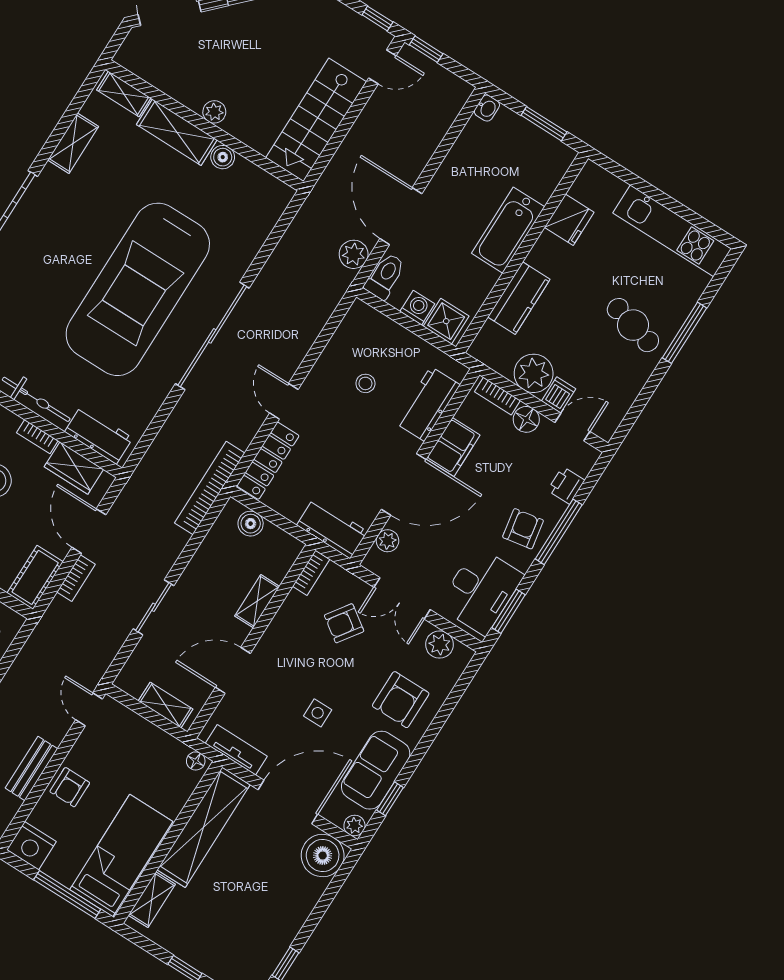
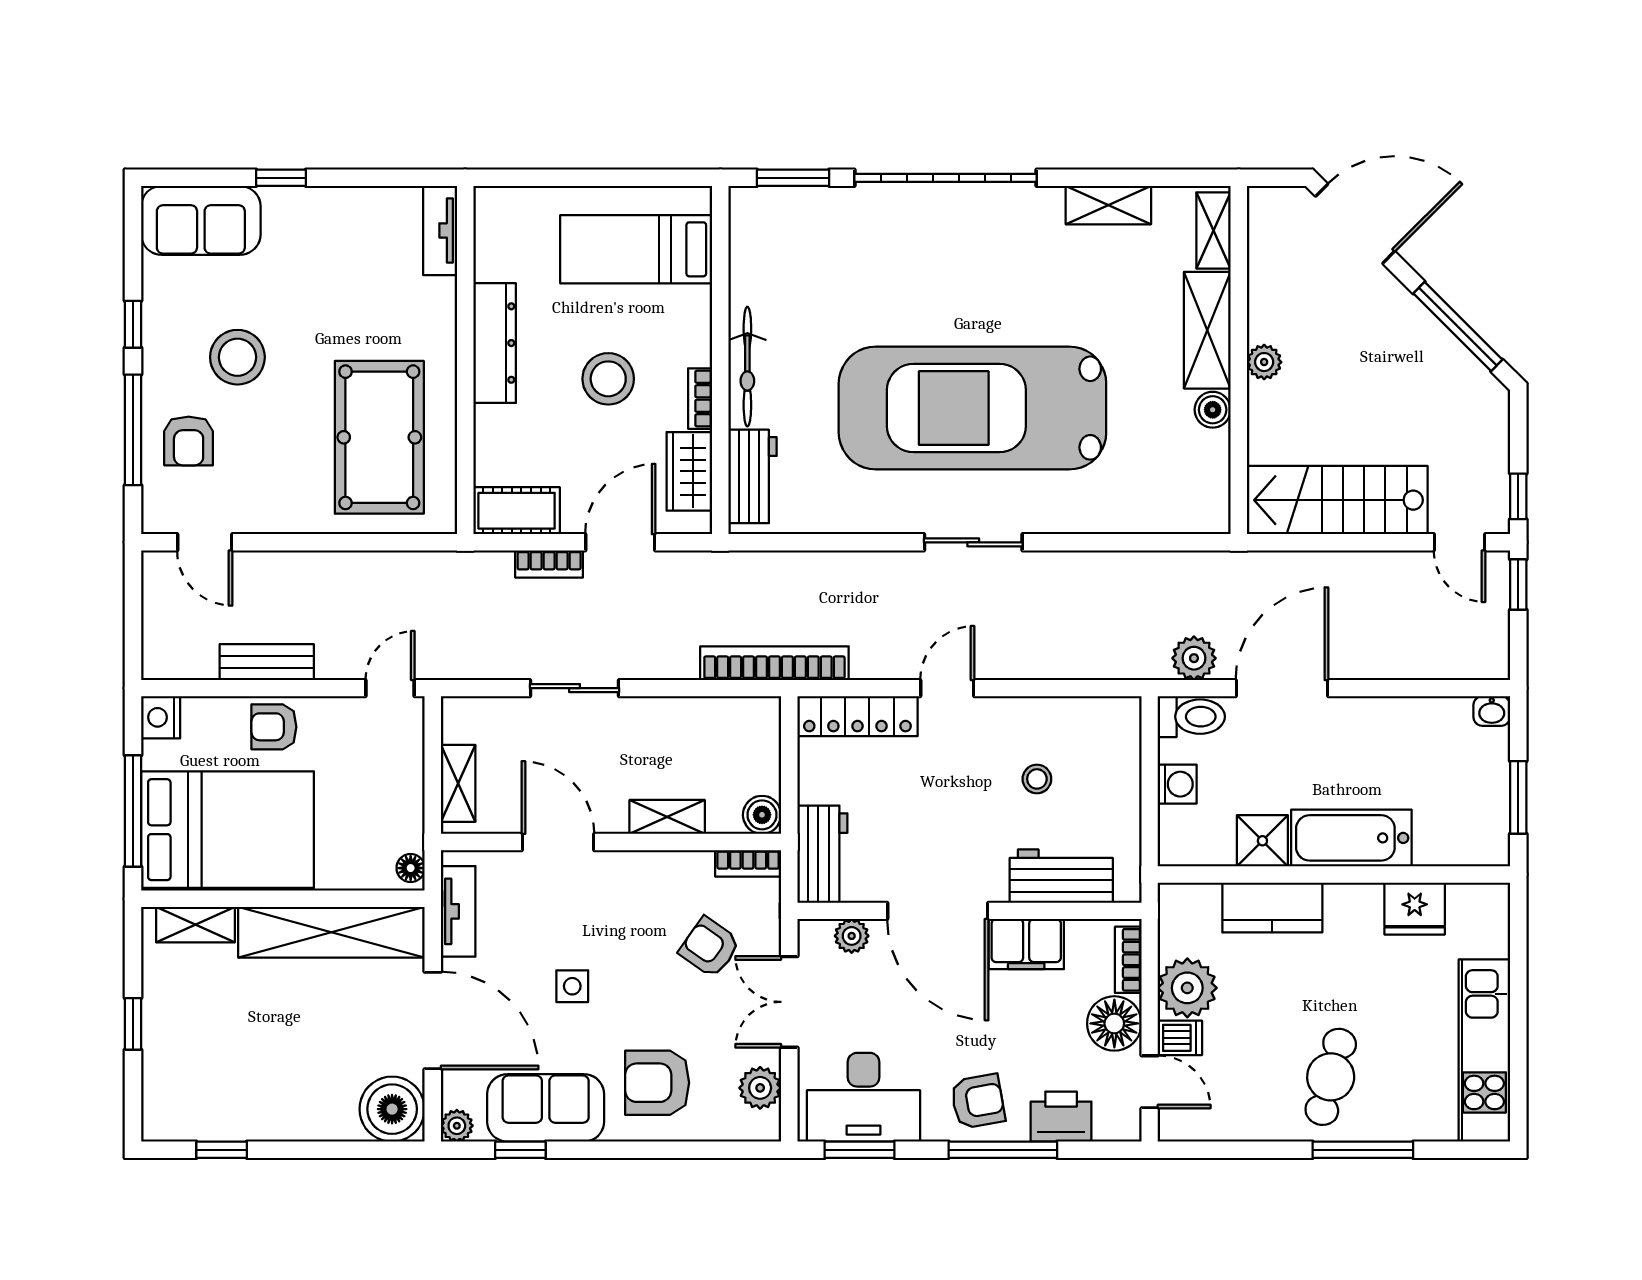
shower: (446, 321) -> (1262, 841), moved
sliding door: (212, 336) -> (973, 542), width x0.54
floor lamp: (526, 419) -> (1114, 1023), width x1.38, depth x1.38
printer: (566, 485) -> (1061, 1117), width x1.36, depth x1.24
boiler: (251, 524) -> (762, 815), moved
nightstand: (31, 846) -> (161, 717), width x0.74, depth x0.75
bed: (121, 856) -> (228, 830), width x1.50

